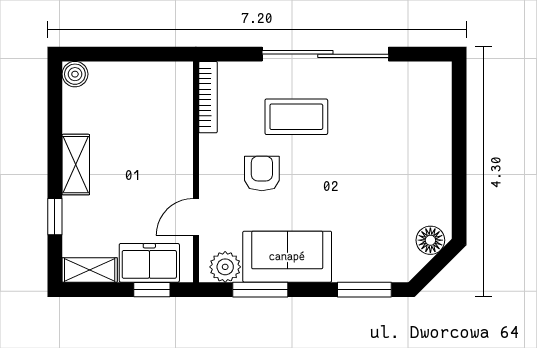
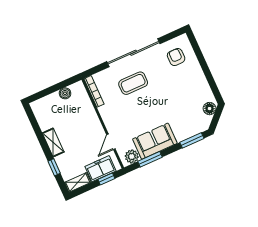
boiler: (75, 74) -> (65, 93), moved
armchair: (262, 173) -> (176, 57), moved

